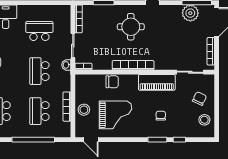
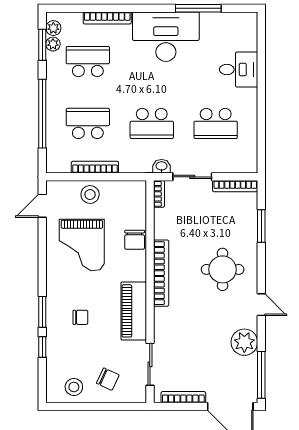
plant: (190, 13) -> (244, 342), moved
school desk: (39, 31) -> (216, 123), turned 90
school desk: (39, 71) -> (152, 123), turned 180

